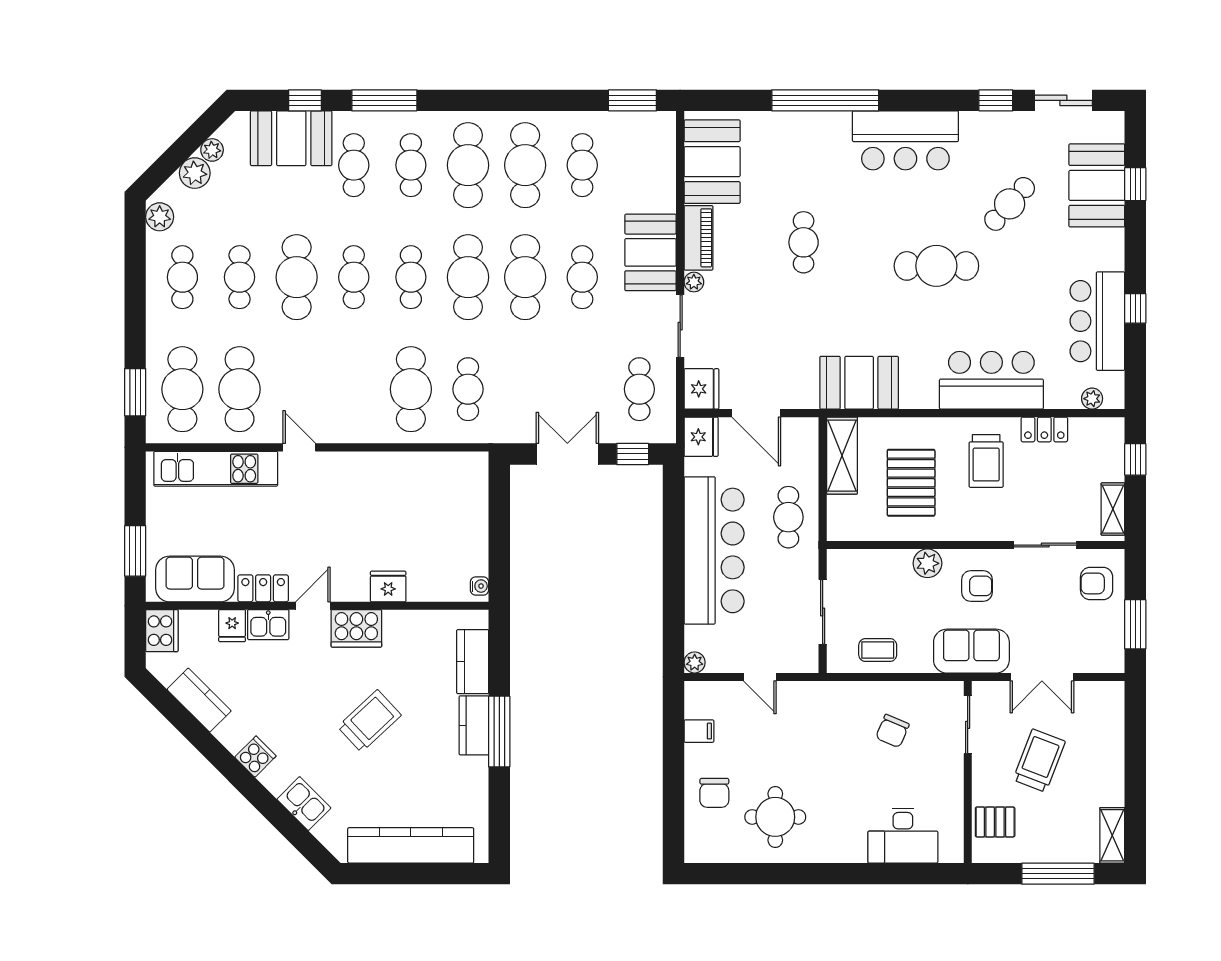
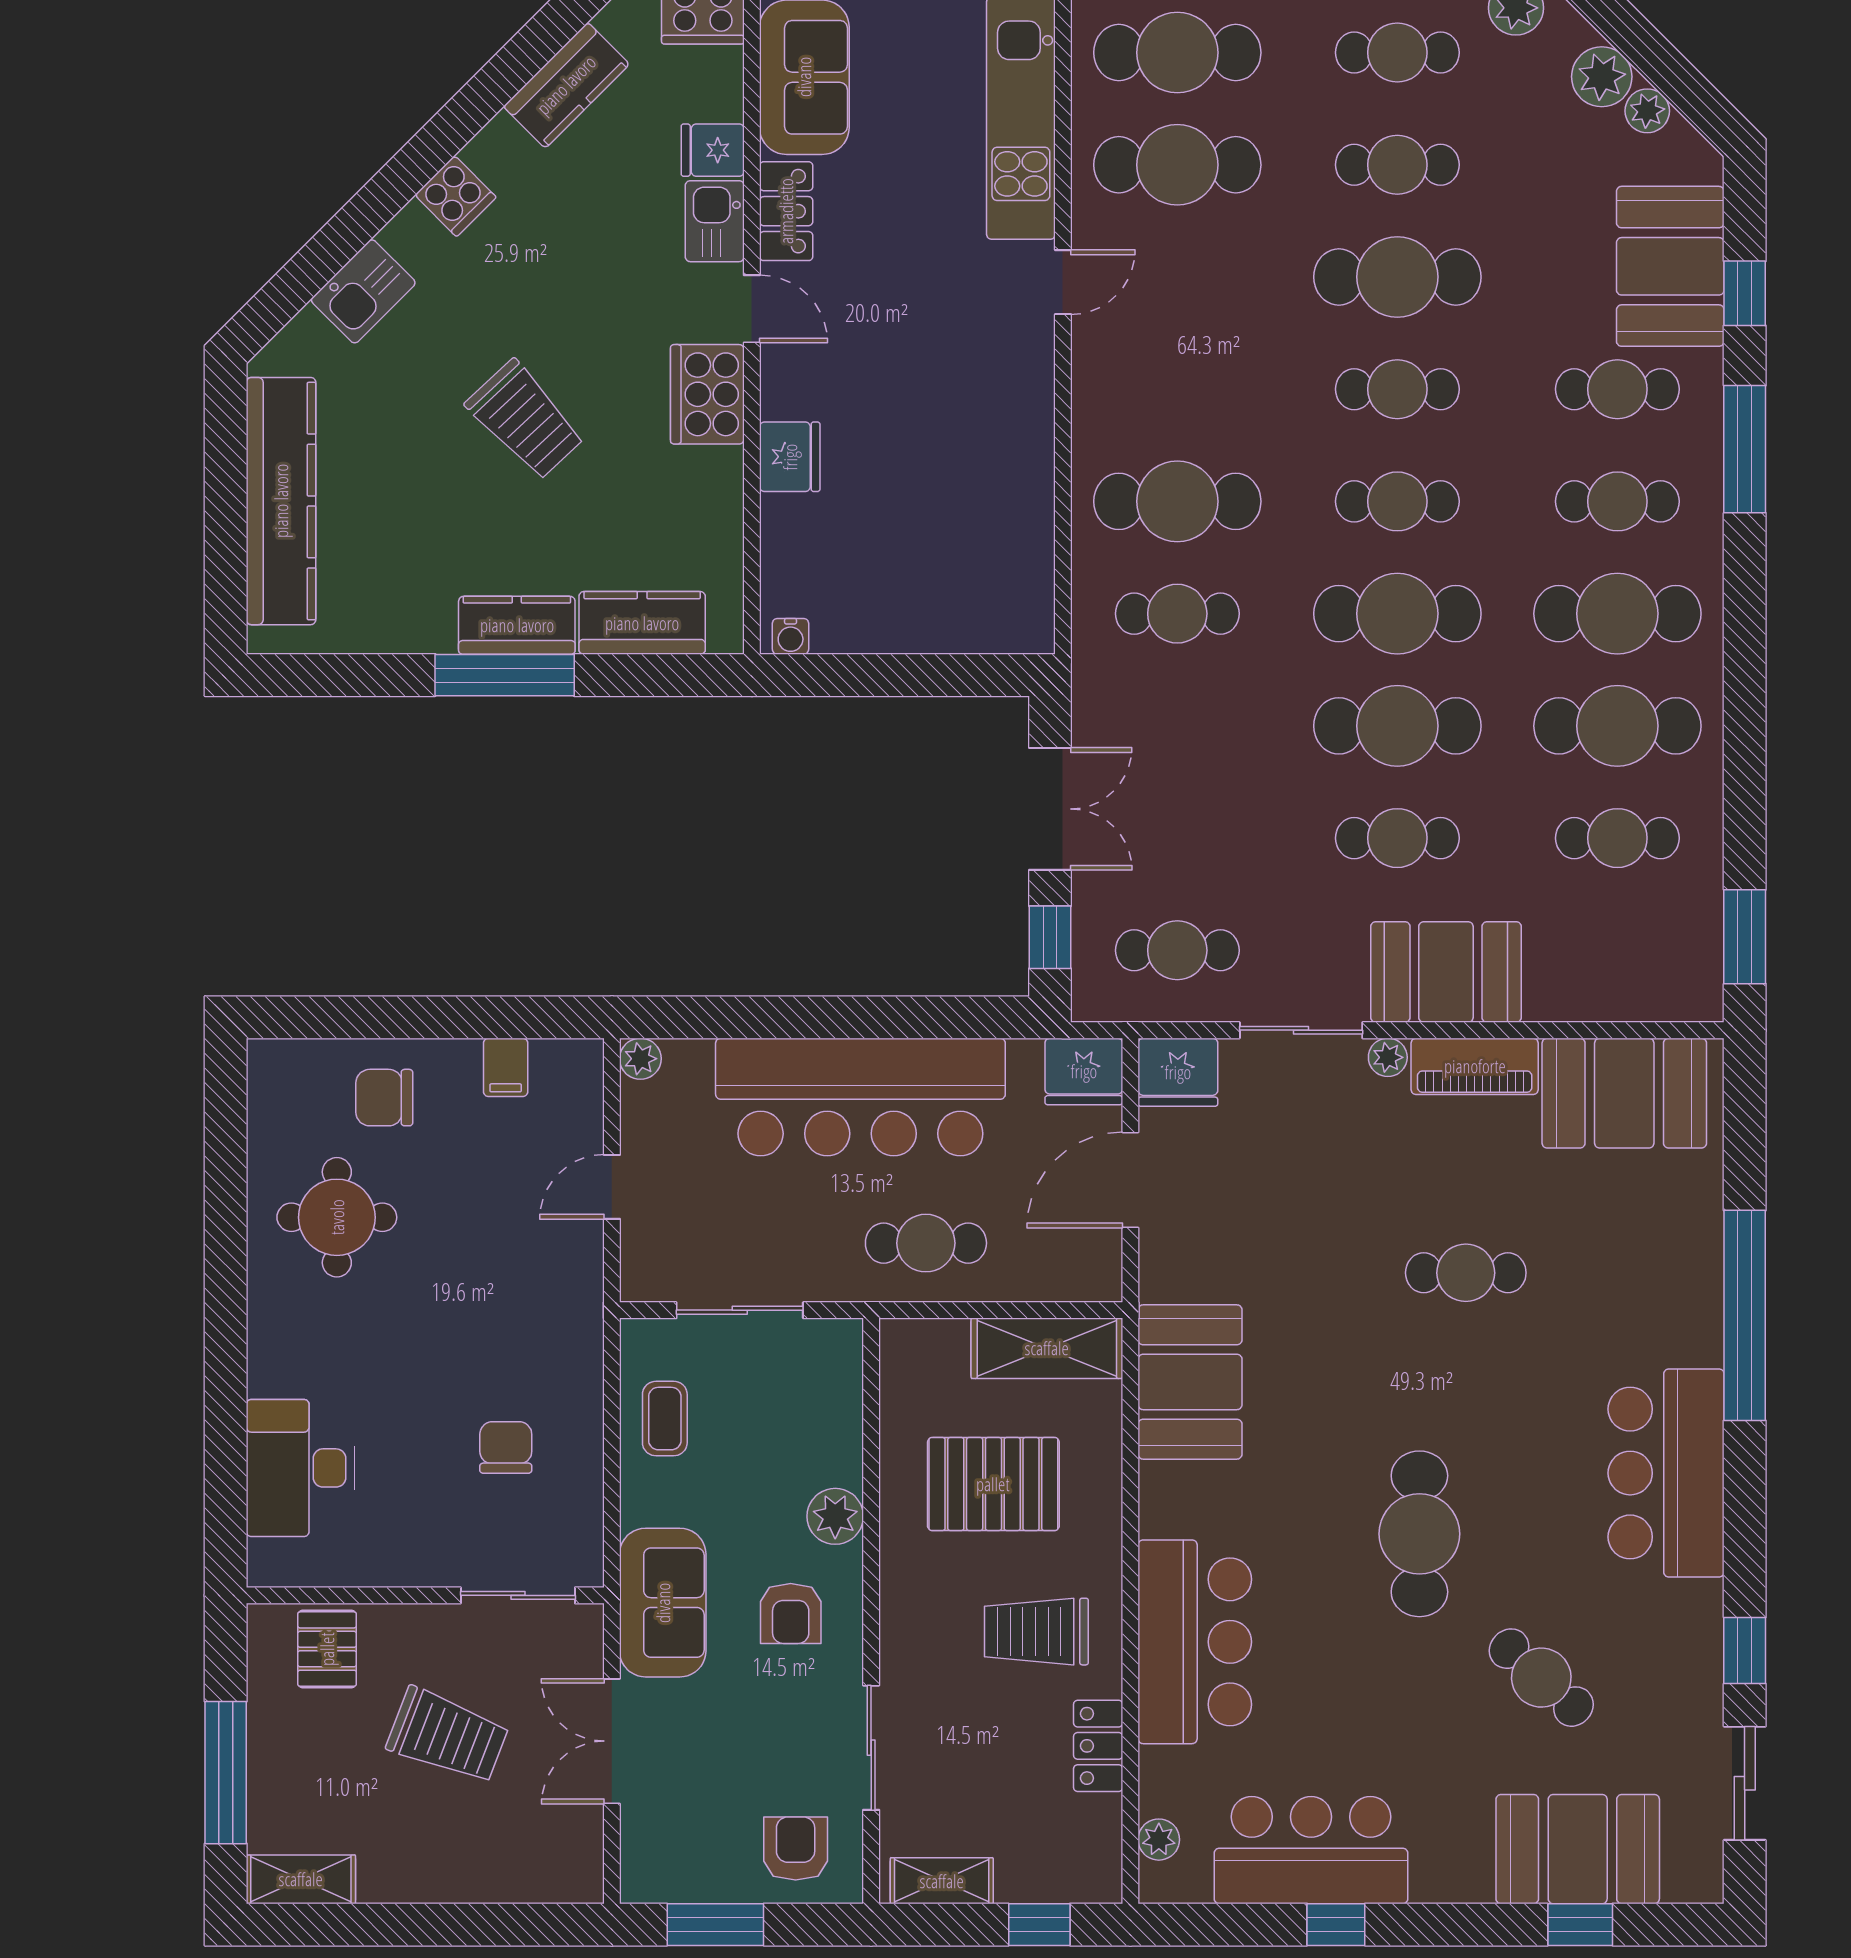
chair: (892, 731) -> (506, 1447), turned 67

